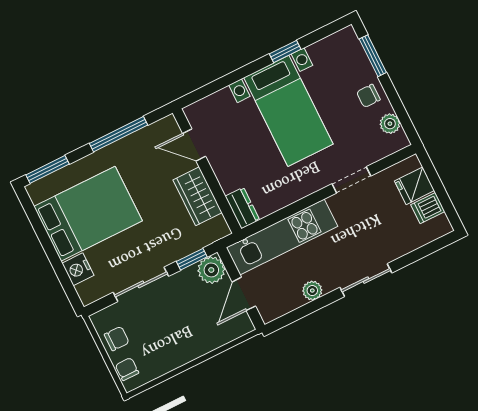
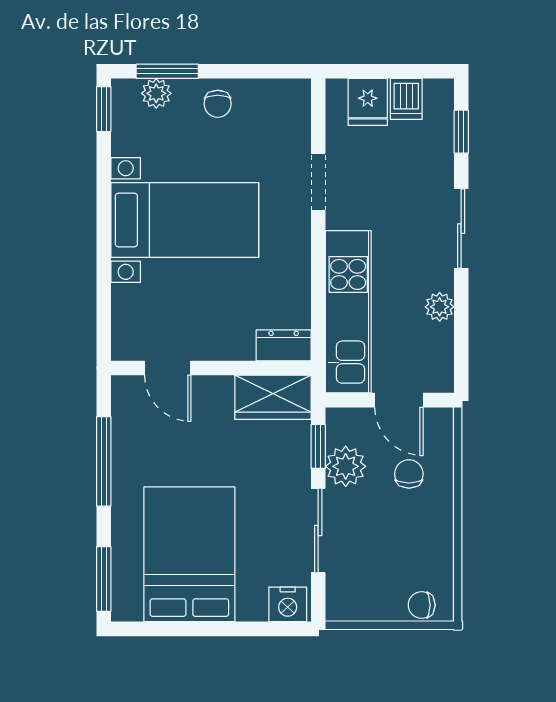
window: (285, 51) -> (104, 109), moved
plant: (390, 124) -> (156, 93), moved
door: (194, 145) -> (168, 368), hinge flipped
wardrobe: (198, 196) -> (273, 397), moved
window: (424, 251) -> (461, 132), added
nightstand: (78, 269) -> (288, 604), moved
plant: (211, 270) -> (346, 466), moved
chair: (117, 339) -> (409, 474), moved

